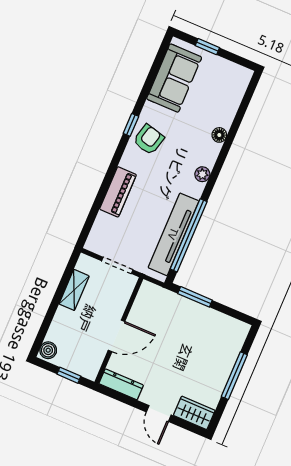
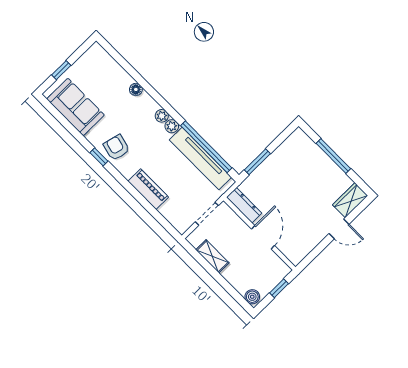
plant: (196, 189) -> (172, 126), added
dresser: (121, 384) -> (244, 205), moved, turned 90

